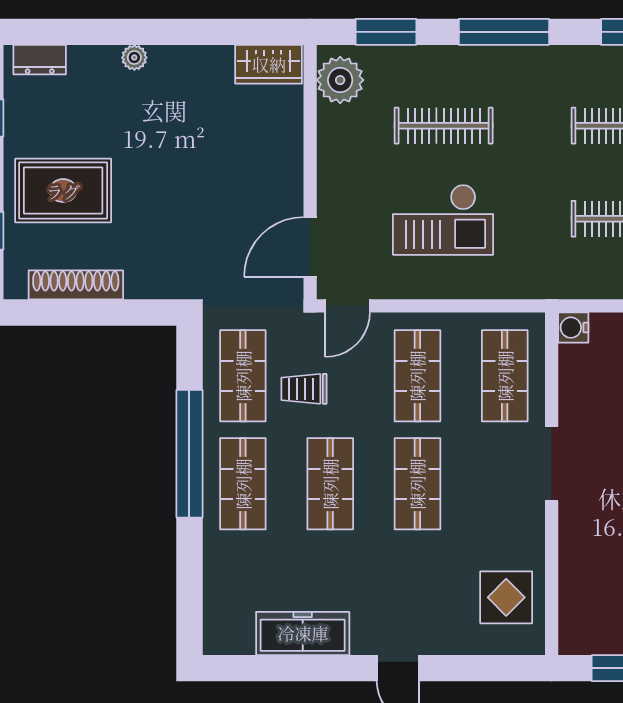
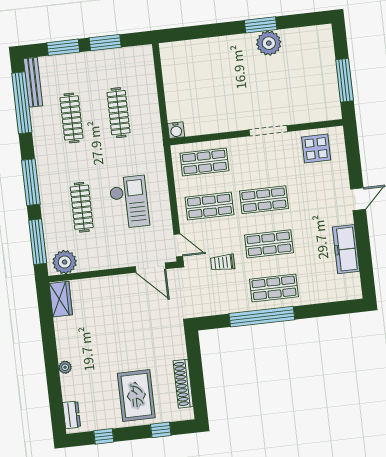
window: (386, 32) -> (38, 242), width x1.44
shop shelf: (243, 376) -> (219, 294), removed
trolley: (304, 389) -> (223, 263), turned 90
doorway: (552, 464) -> (268, 131), moved

